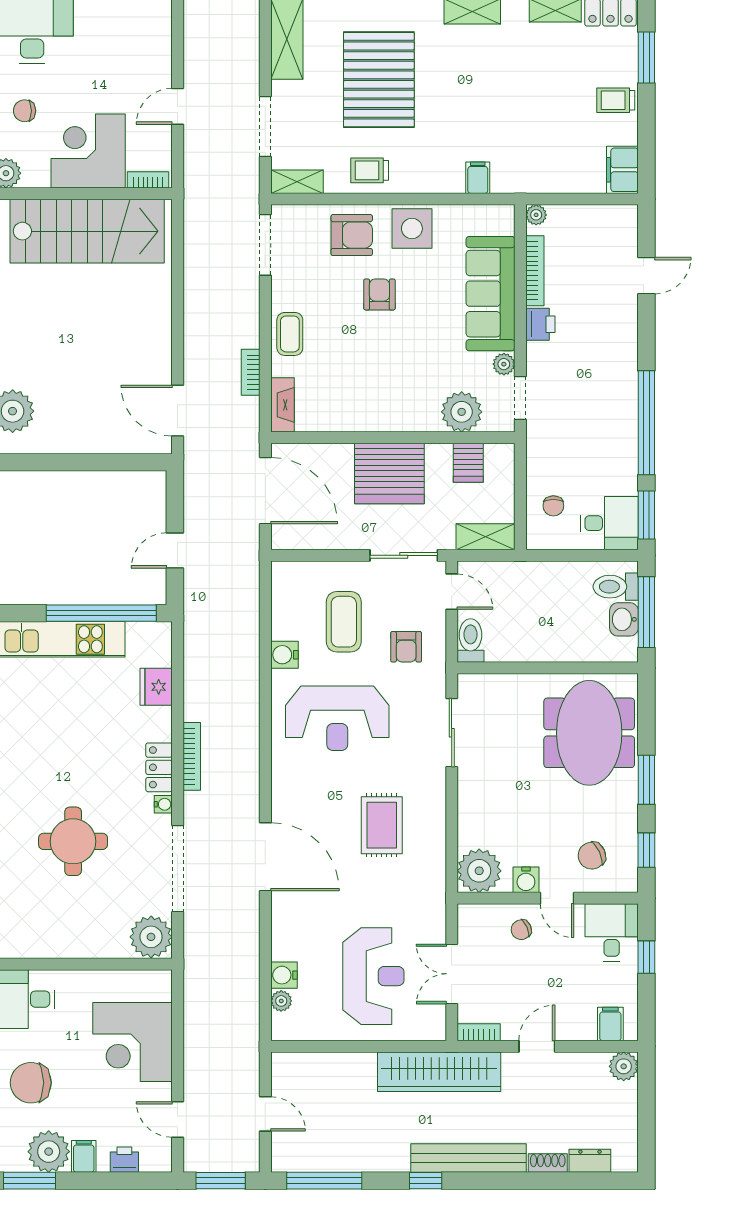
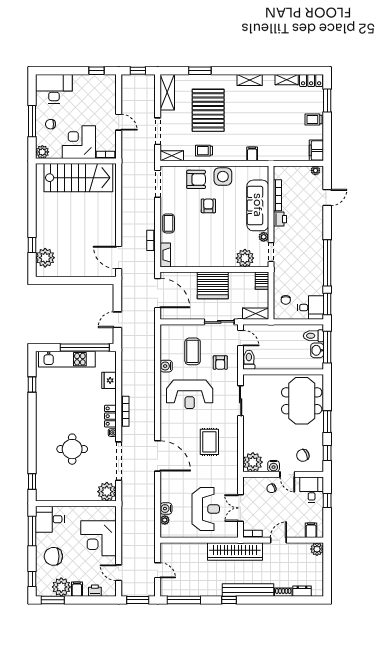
door: (178, 106) -> (119, 122), swing flipped
plant: (536, 215) -> (315, 170), moved
server rack: (468, 463) -> (262, 281), moved

